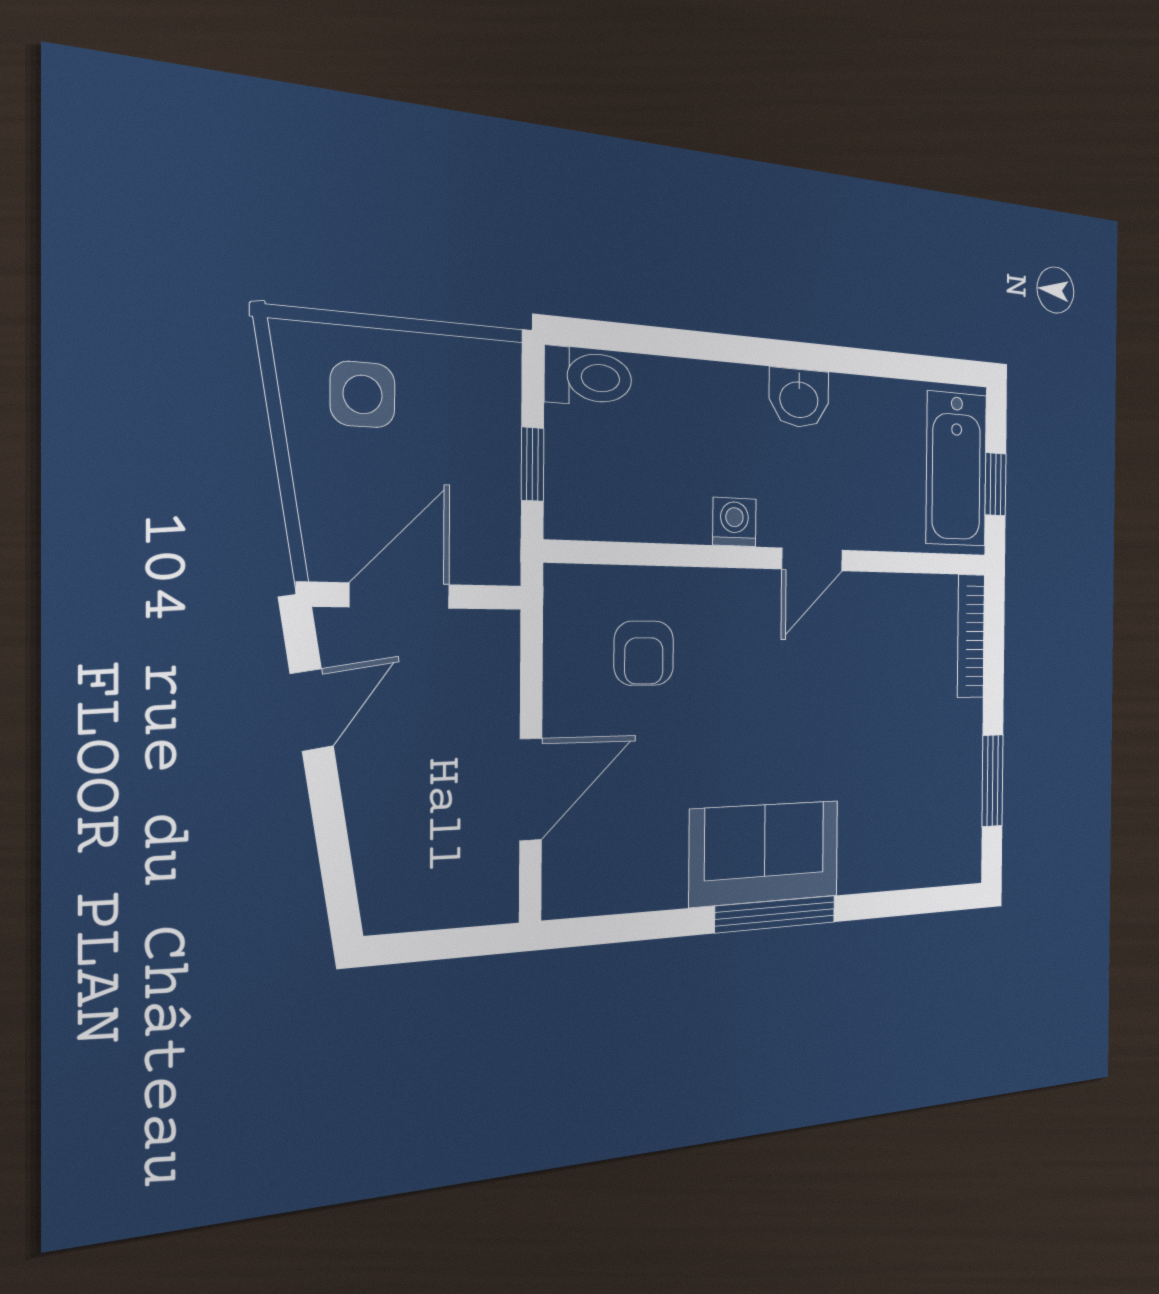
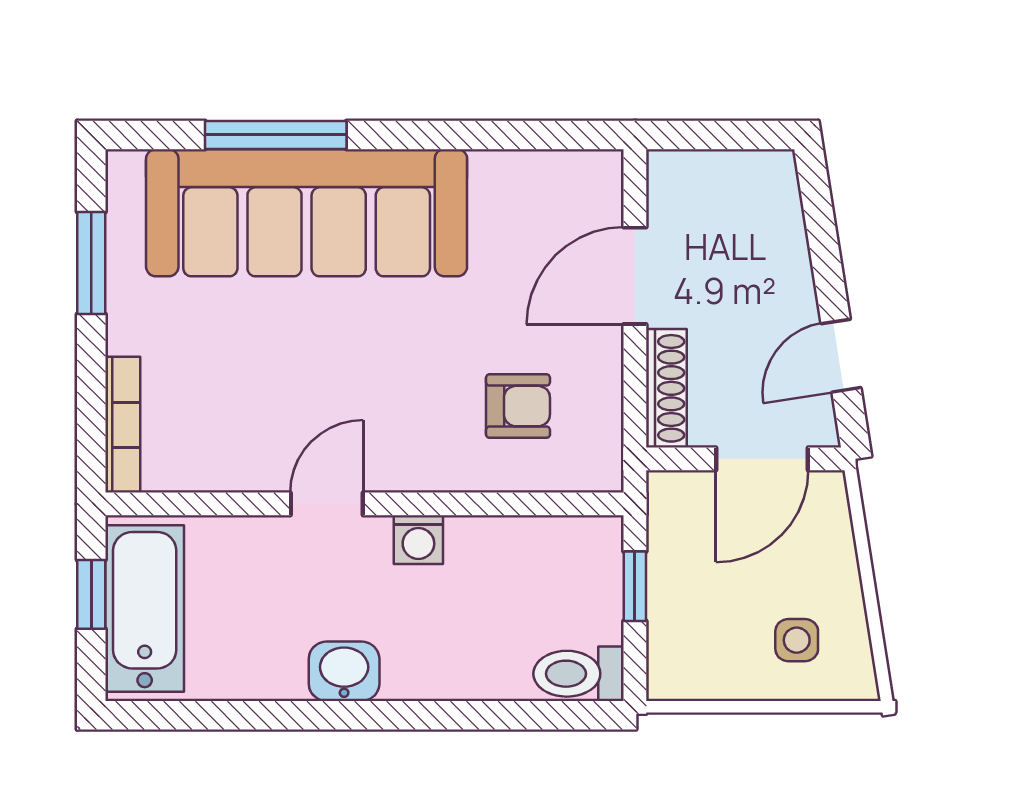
side table: (363, 394) -> (797, 640), width x0.73, depth x0.73
armchair: (644, 653) -> (518, 406), turned 90
shoe rack: (500, 672) -> (666, 388), added
sofa: (765, 853) -> (307, 213), width x1.85, depth x1.27
window: (776, 914) -> (276, 135), moved

